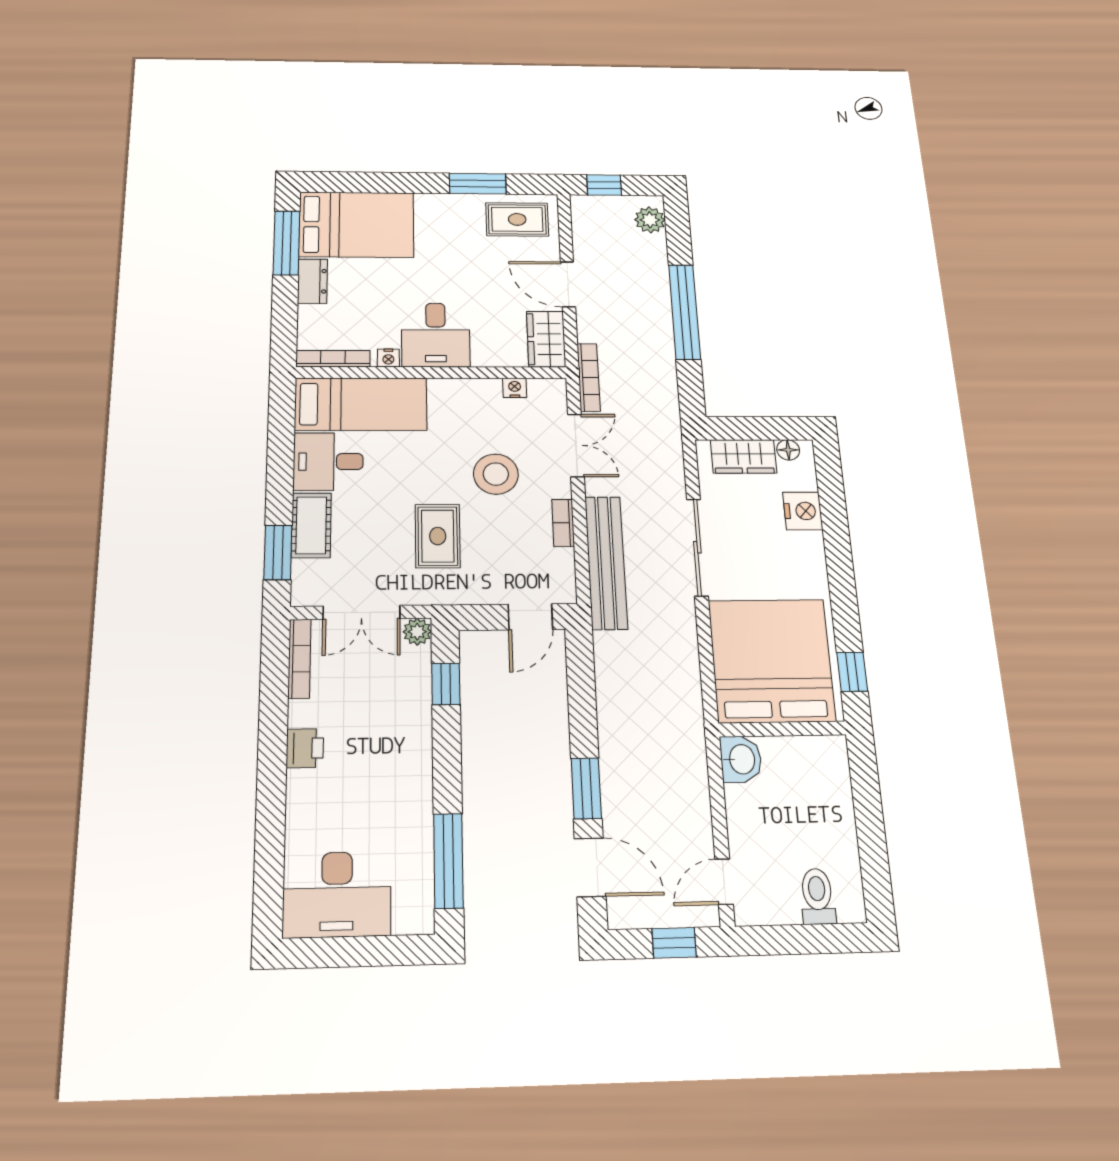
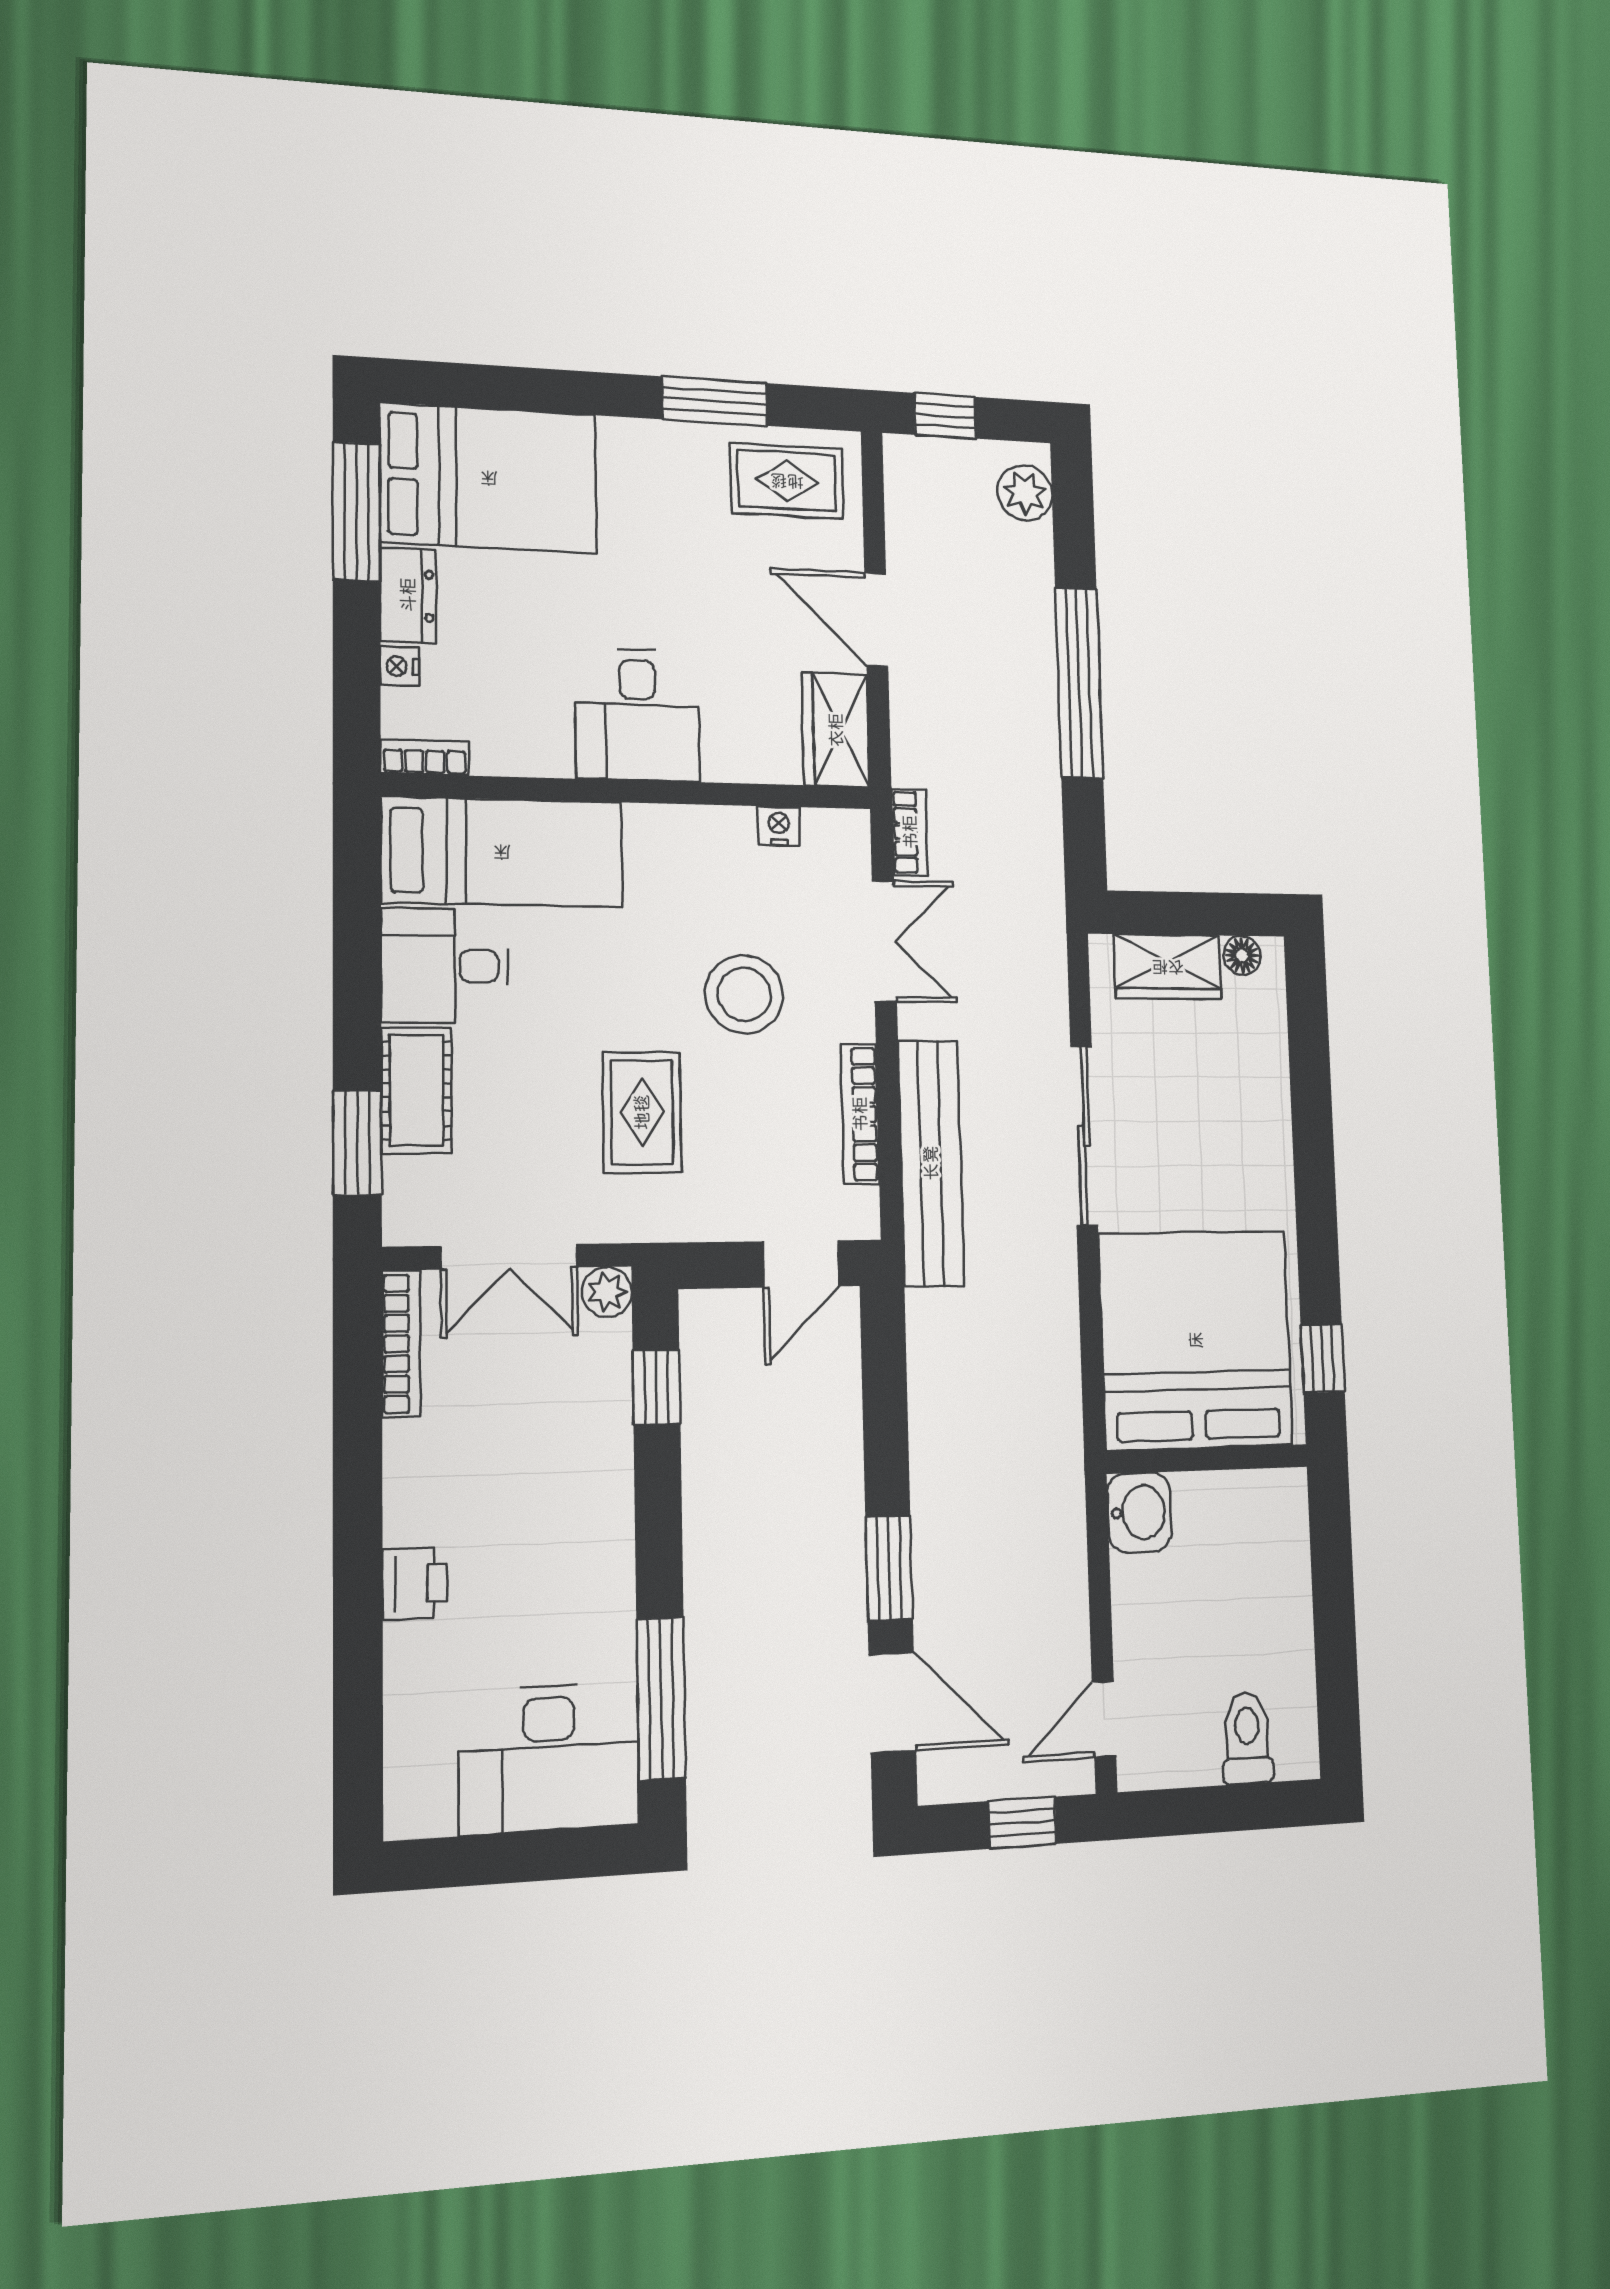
nightstand: (388, 358) -> (400, 666), moved, turned 90
bookcase: (333, 359) -> (425, 757), width x0.64
bookcase: (589, 377) -> (910, 832), width x0.64
nightstand: (803, 511) -> (1260, 1070), removed
bookcase: (563, 523) -> (860, 1114), width x1.56
printer: (305, 748) -> (415, 1583), moved
desk: (337, 894) -> (549, 1758), moved

